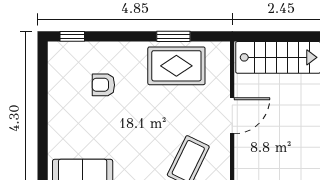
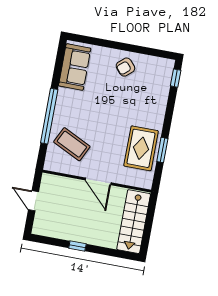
armchair: (103, 85) -> (125, 67), moved, turned -131

